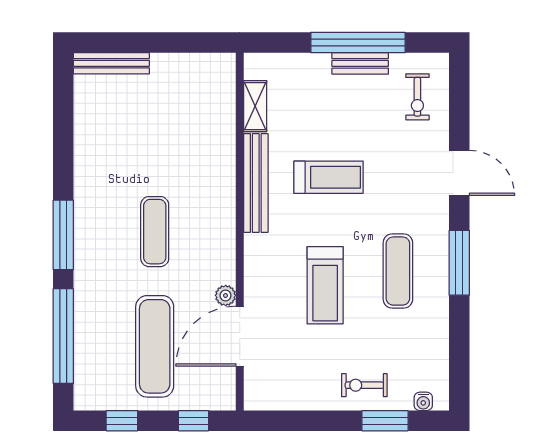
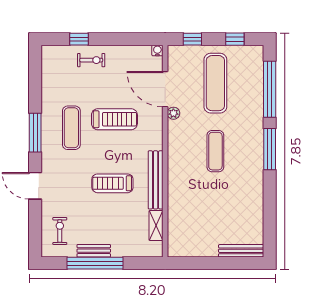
treadmill: (325, 285) -> (114, 119), turned 90
door: (240, 336) -> (165, 89), swing flipped
water cooler: (423, 401) -> (157, 51), moved
window: (385, 421) -> (79, 39), width x0.67

